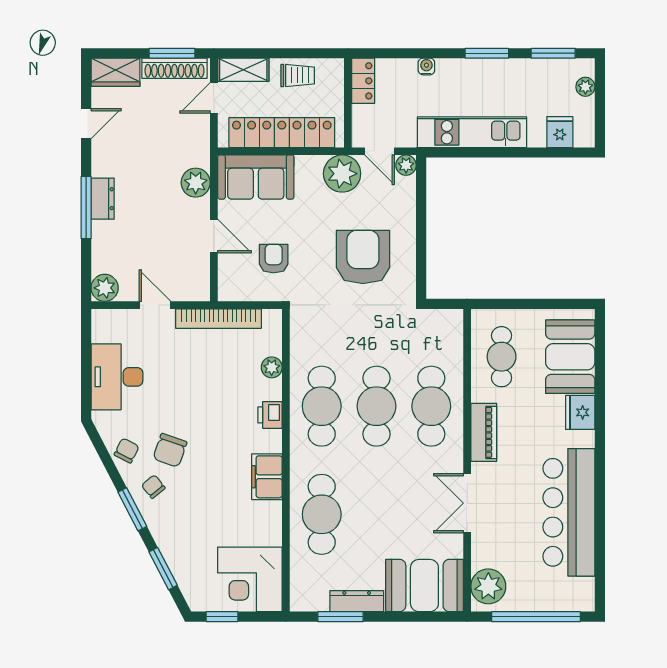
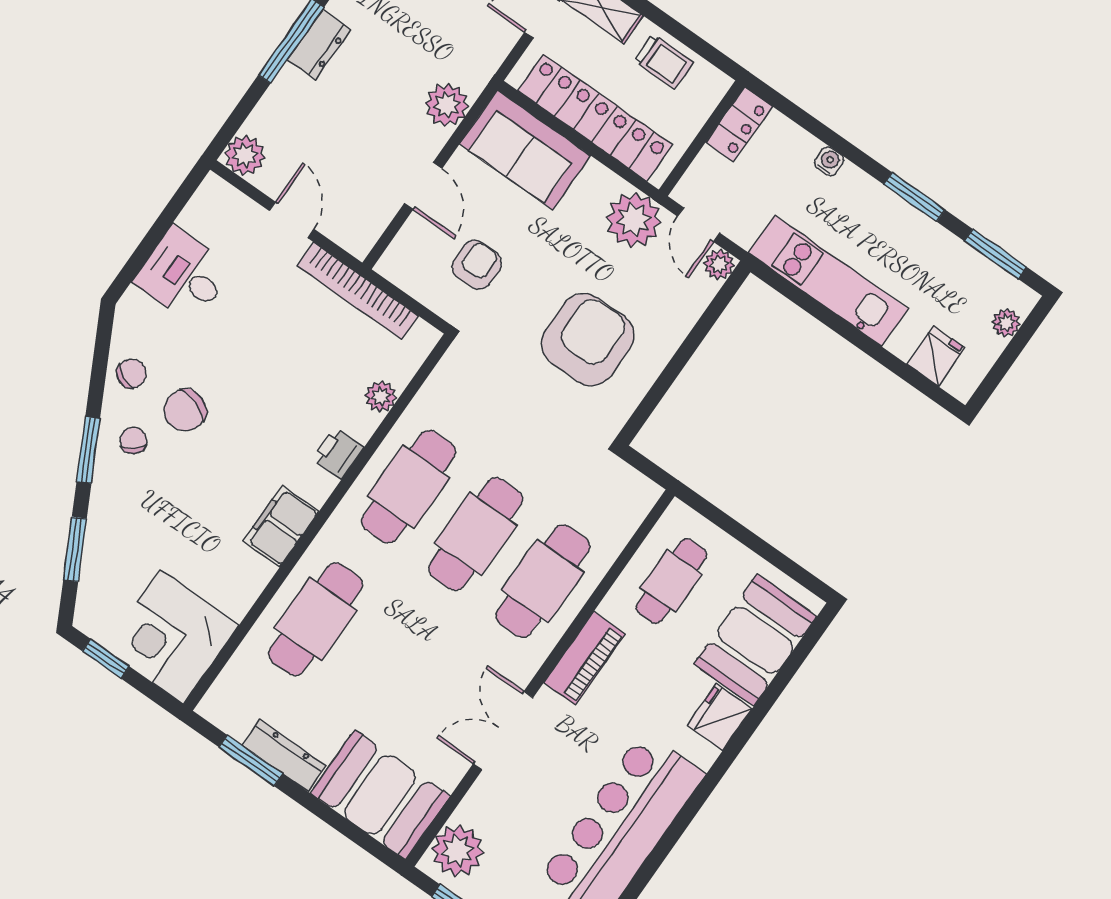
desk: (117, 377) -> (183, 275), width x0.73

